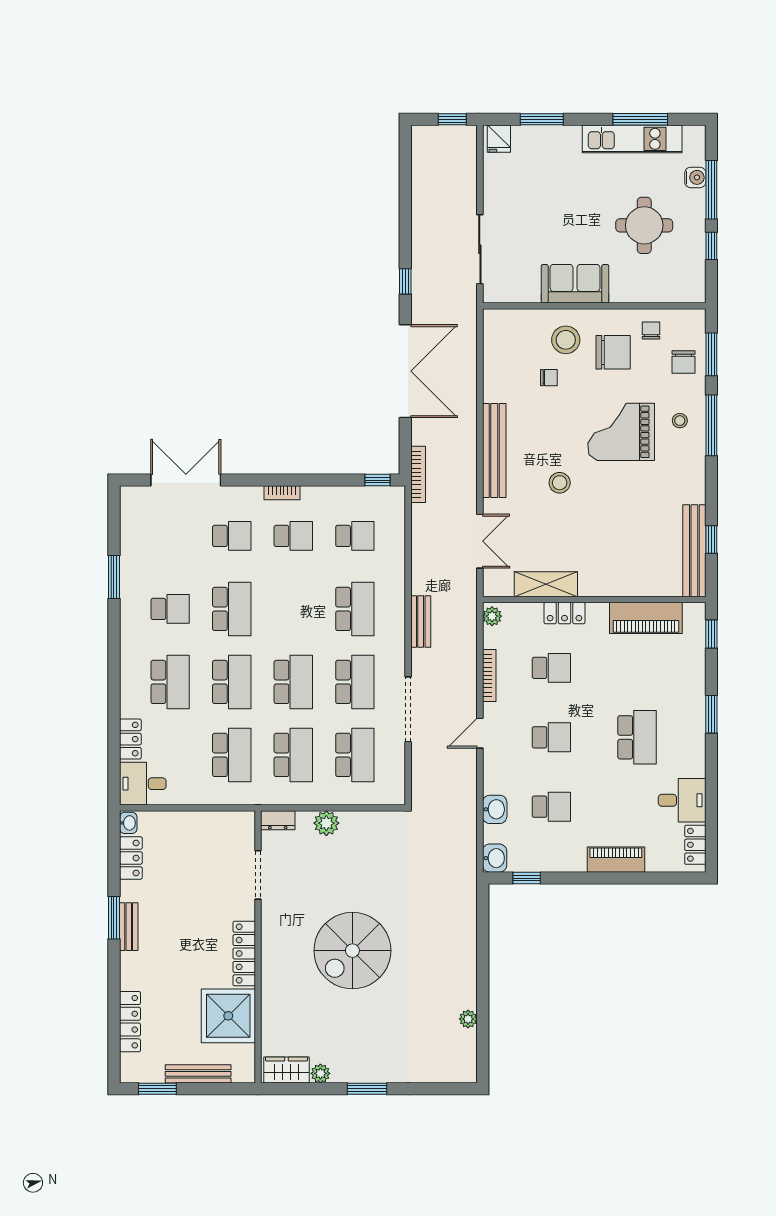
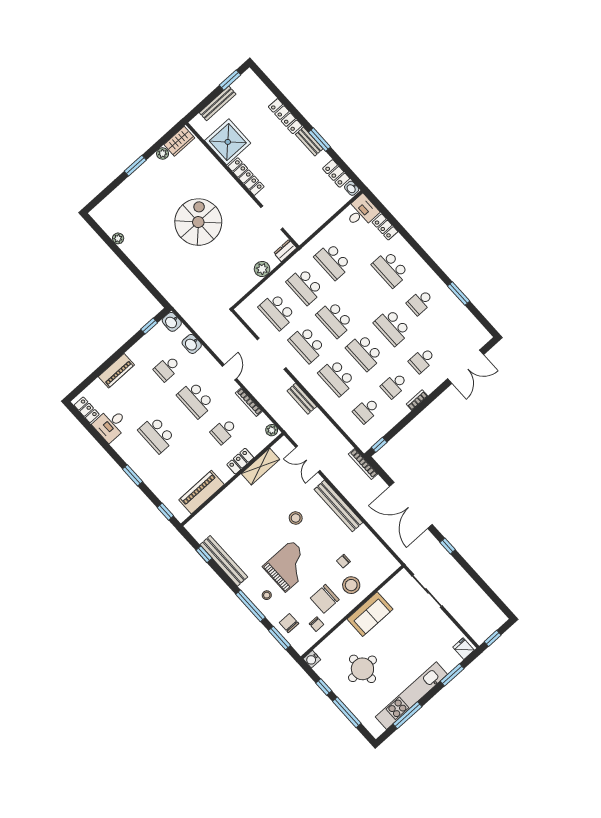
kitchen unit: (632, 139) -> (411, 696), width x1.36
water cooler: (695, 177) -> (312, 659), moved
bench: (694, 551) -> (224, 561), moved
school desk: (232, 682) -> (364, 352), moved
school desk: (551, 737) -> (195, 400), width x1.85
locker: (130, 1022) -> (285, 116), moved

